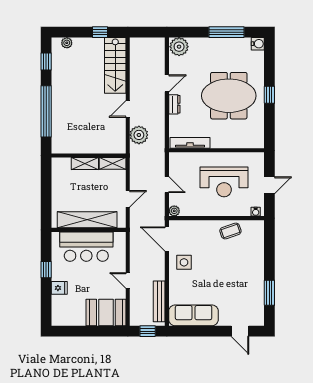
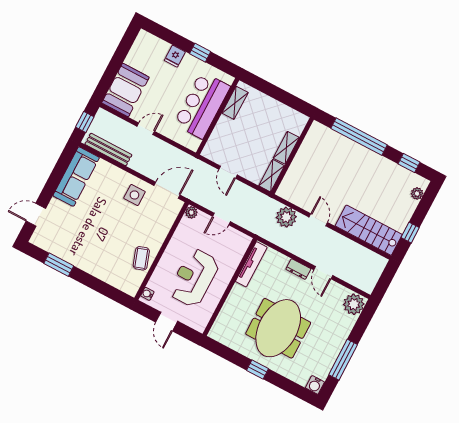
shelving: (87, 220) -> (235, 103), width x0.45, depth x0.75

